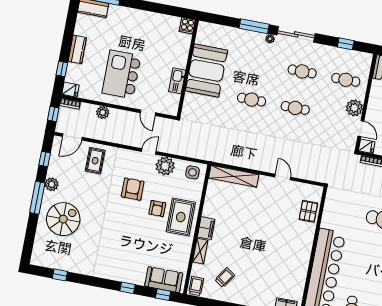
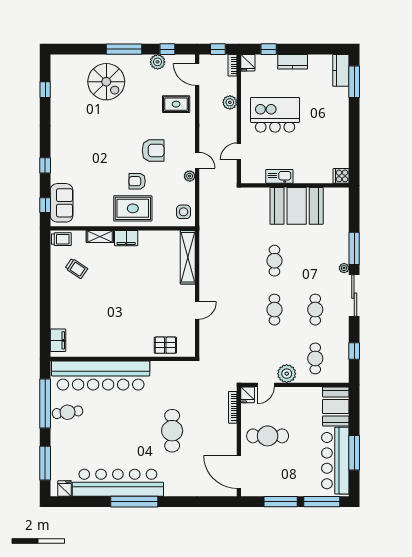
plant: (165, 166) -> (190, 176), width x0.53, depth x0.53
plant: (52, 184) -> (158, 62), moved

